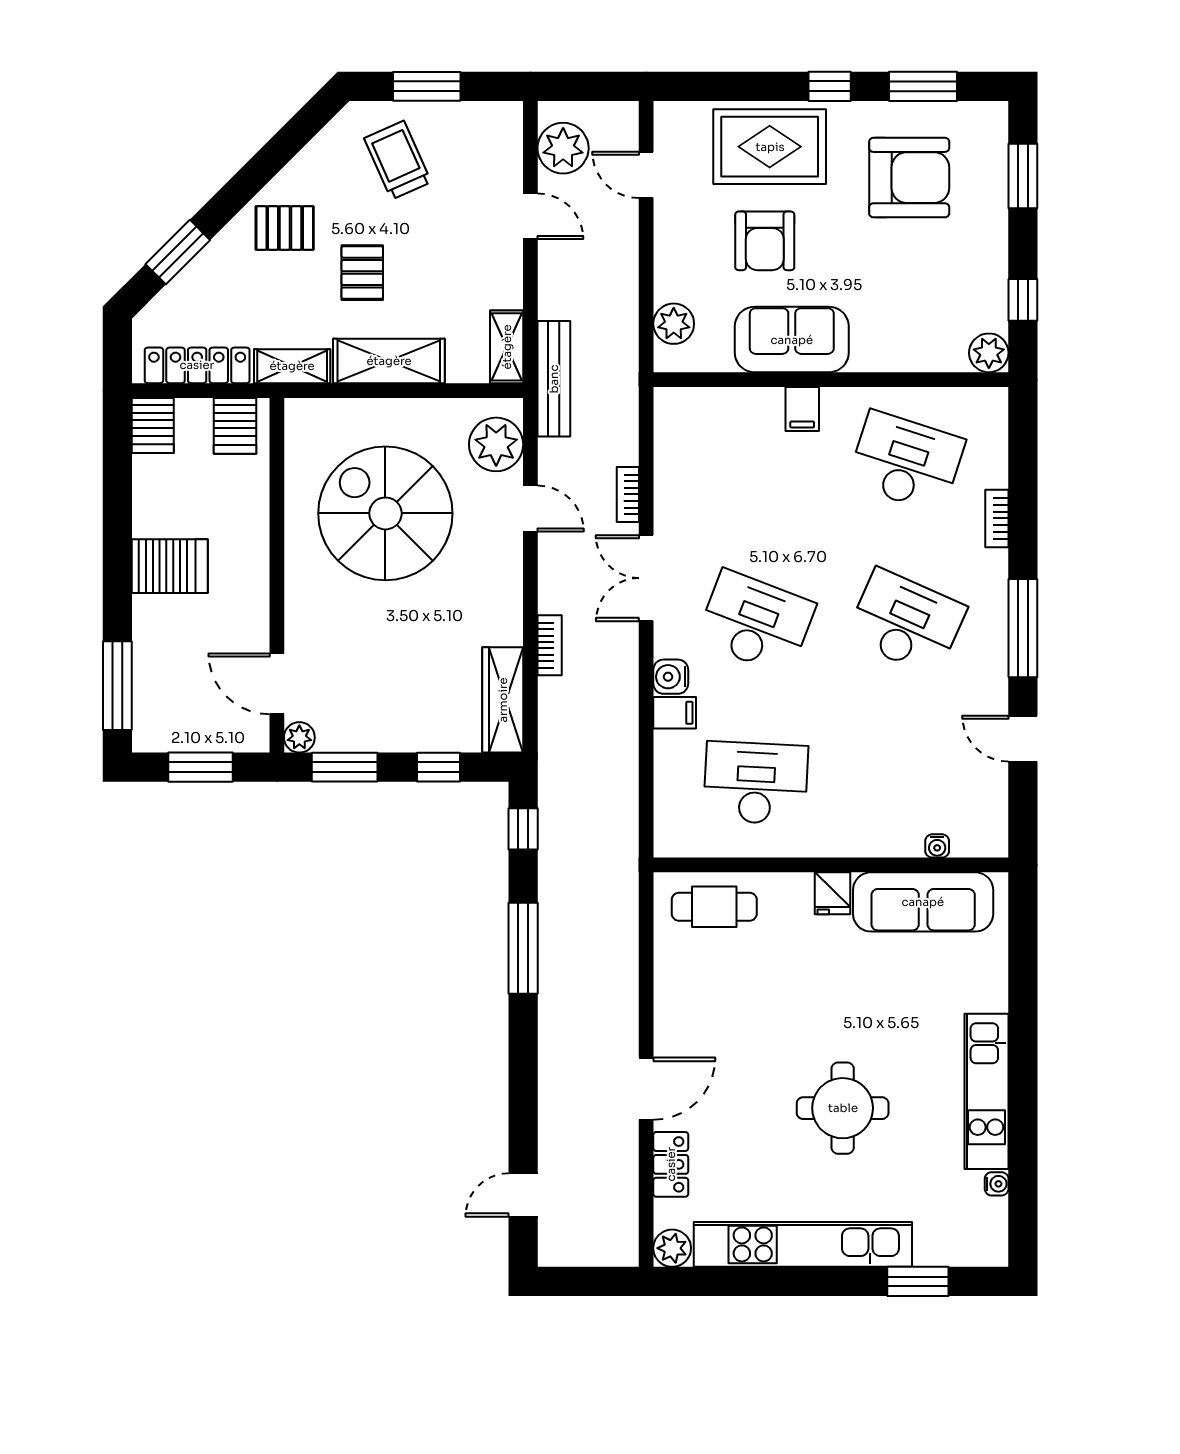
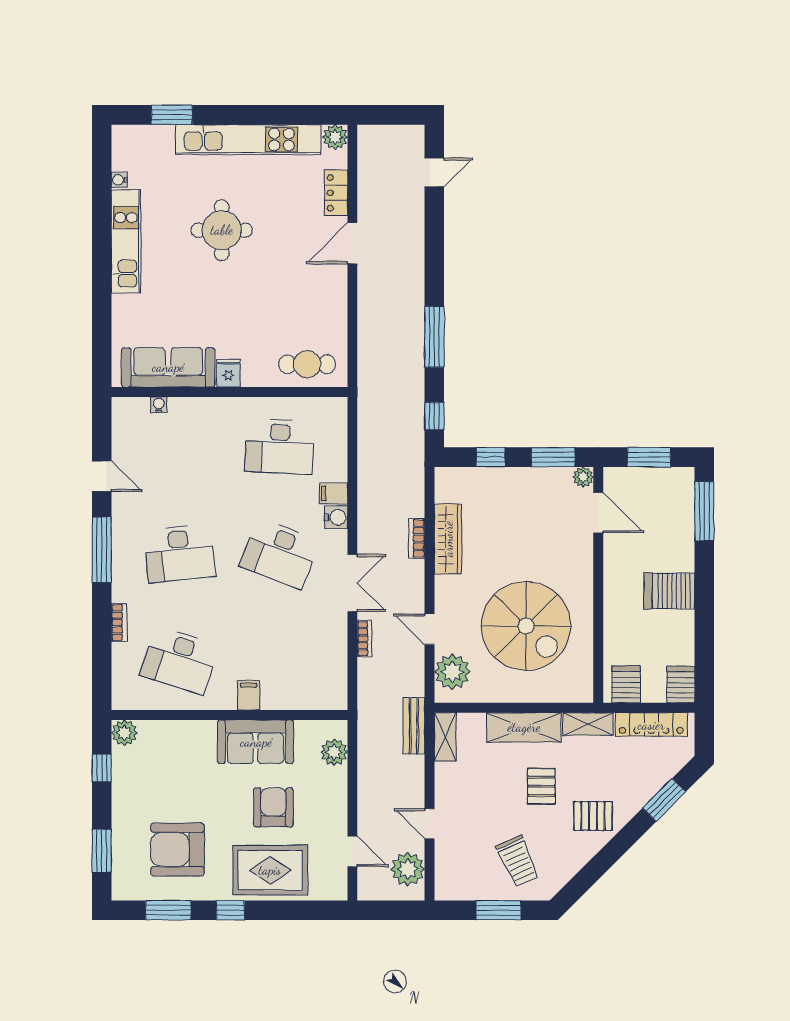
bench: (554, 379) -> (414, 726), width x0.73
desk: (906, 622) -> (179, 554), turned -30
wardrobe: (503, 700) -> (448, 539), moved

